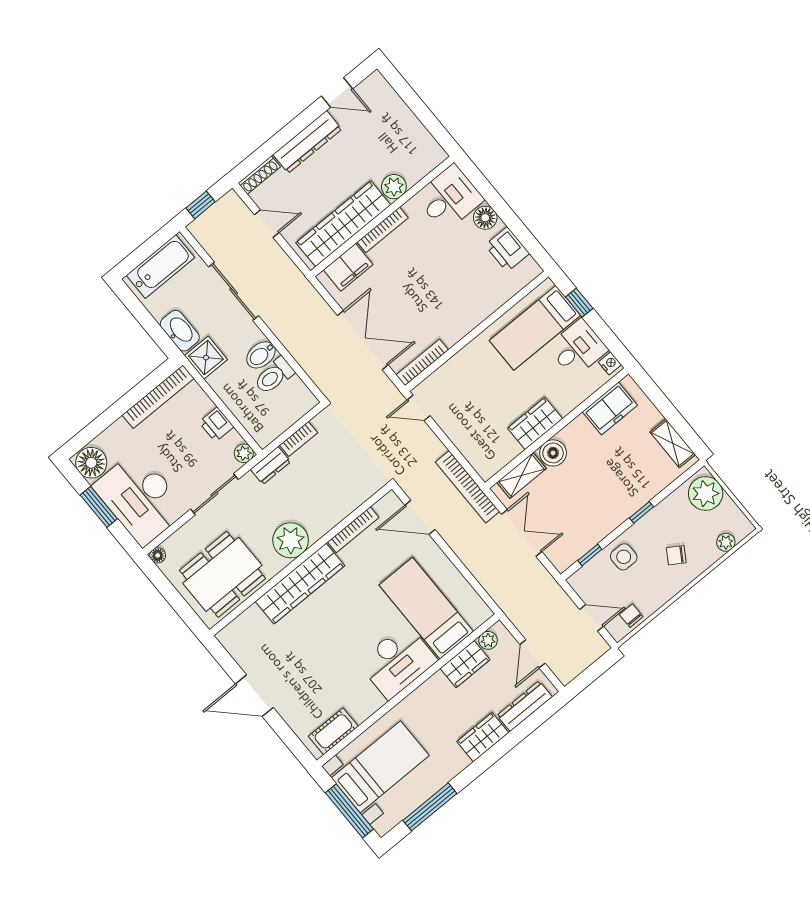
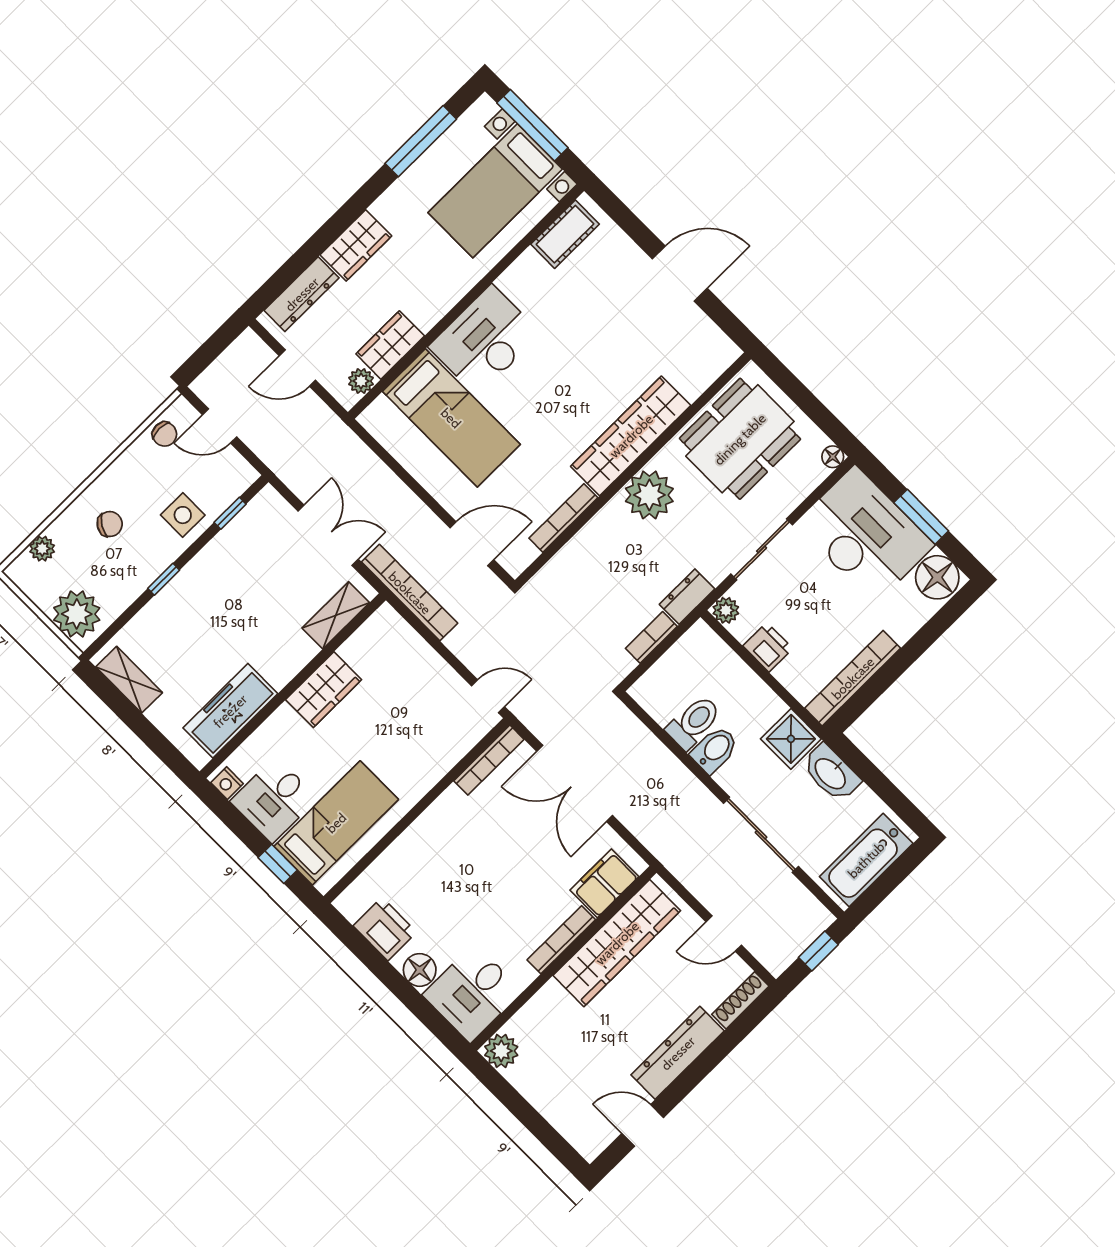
plant: (394, 187) -> (501, 1051), moved
freezer: (610, 409) -> (230, 711), width x1.40
boiler: (553, 453) -> (295, 651), removed
double door: (522, 533) -> (328, 535), swing flipped
door: (532, 654) -> (297, 368), swing flipped

